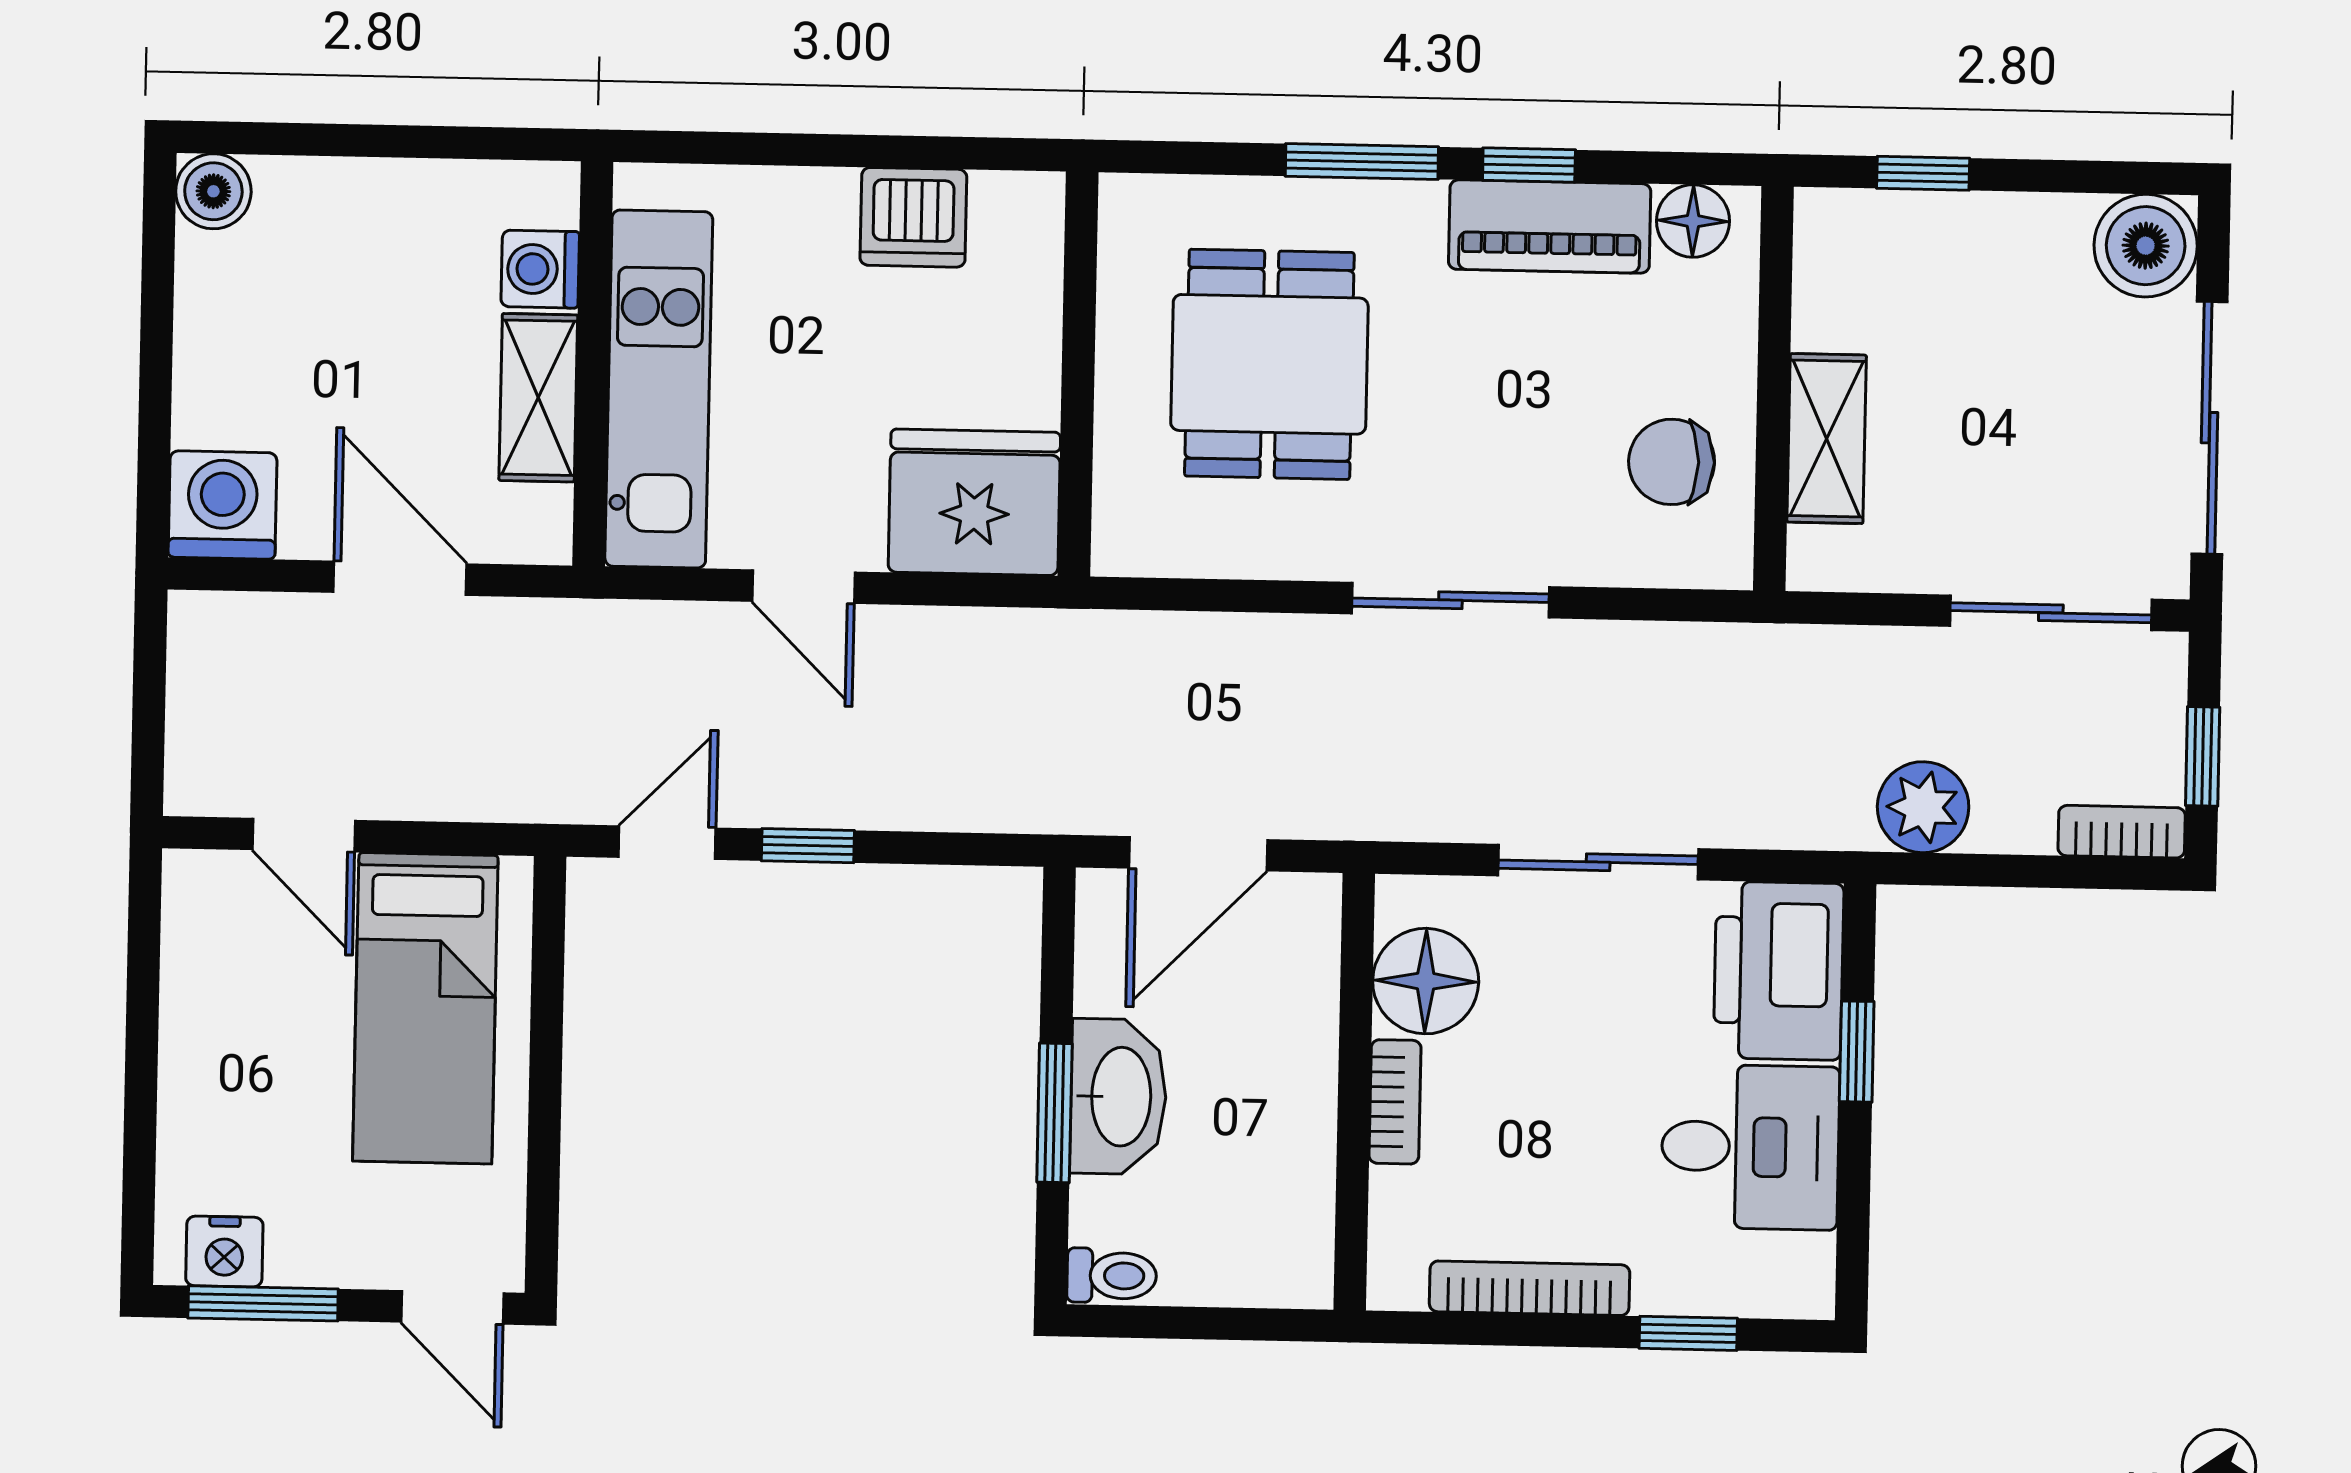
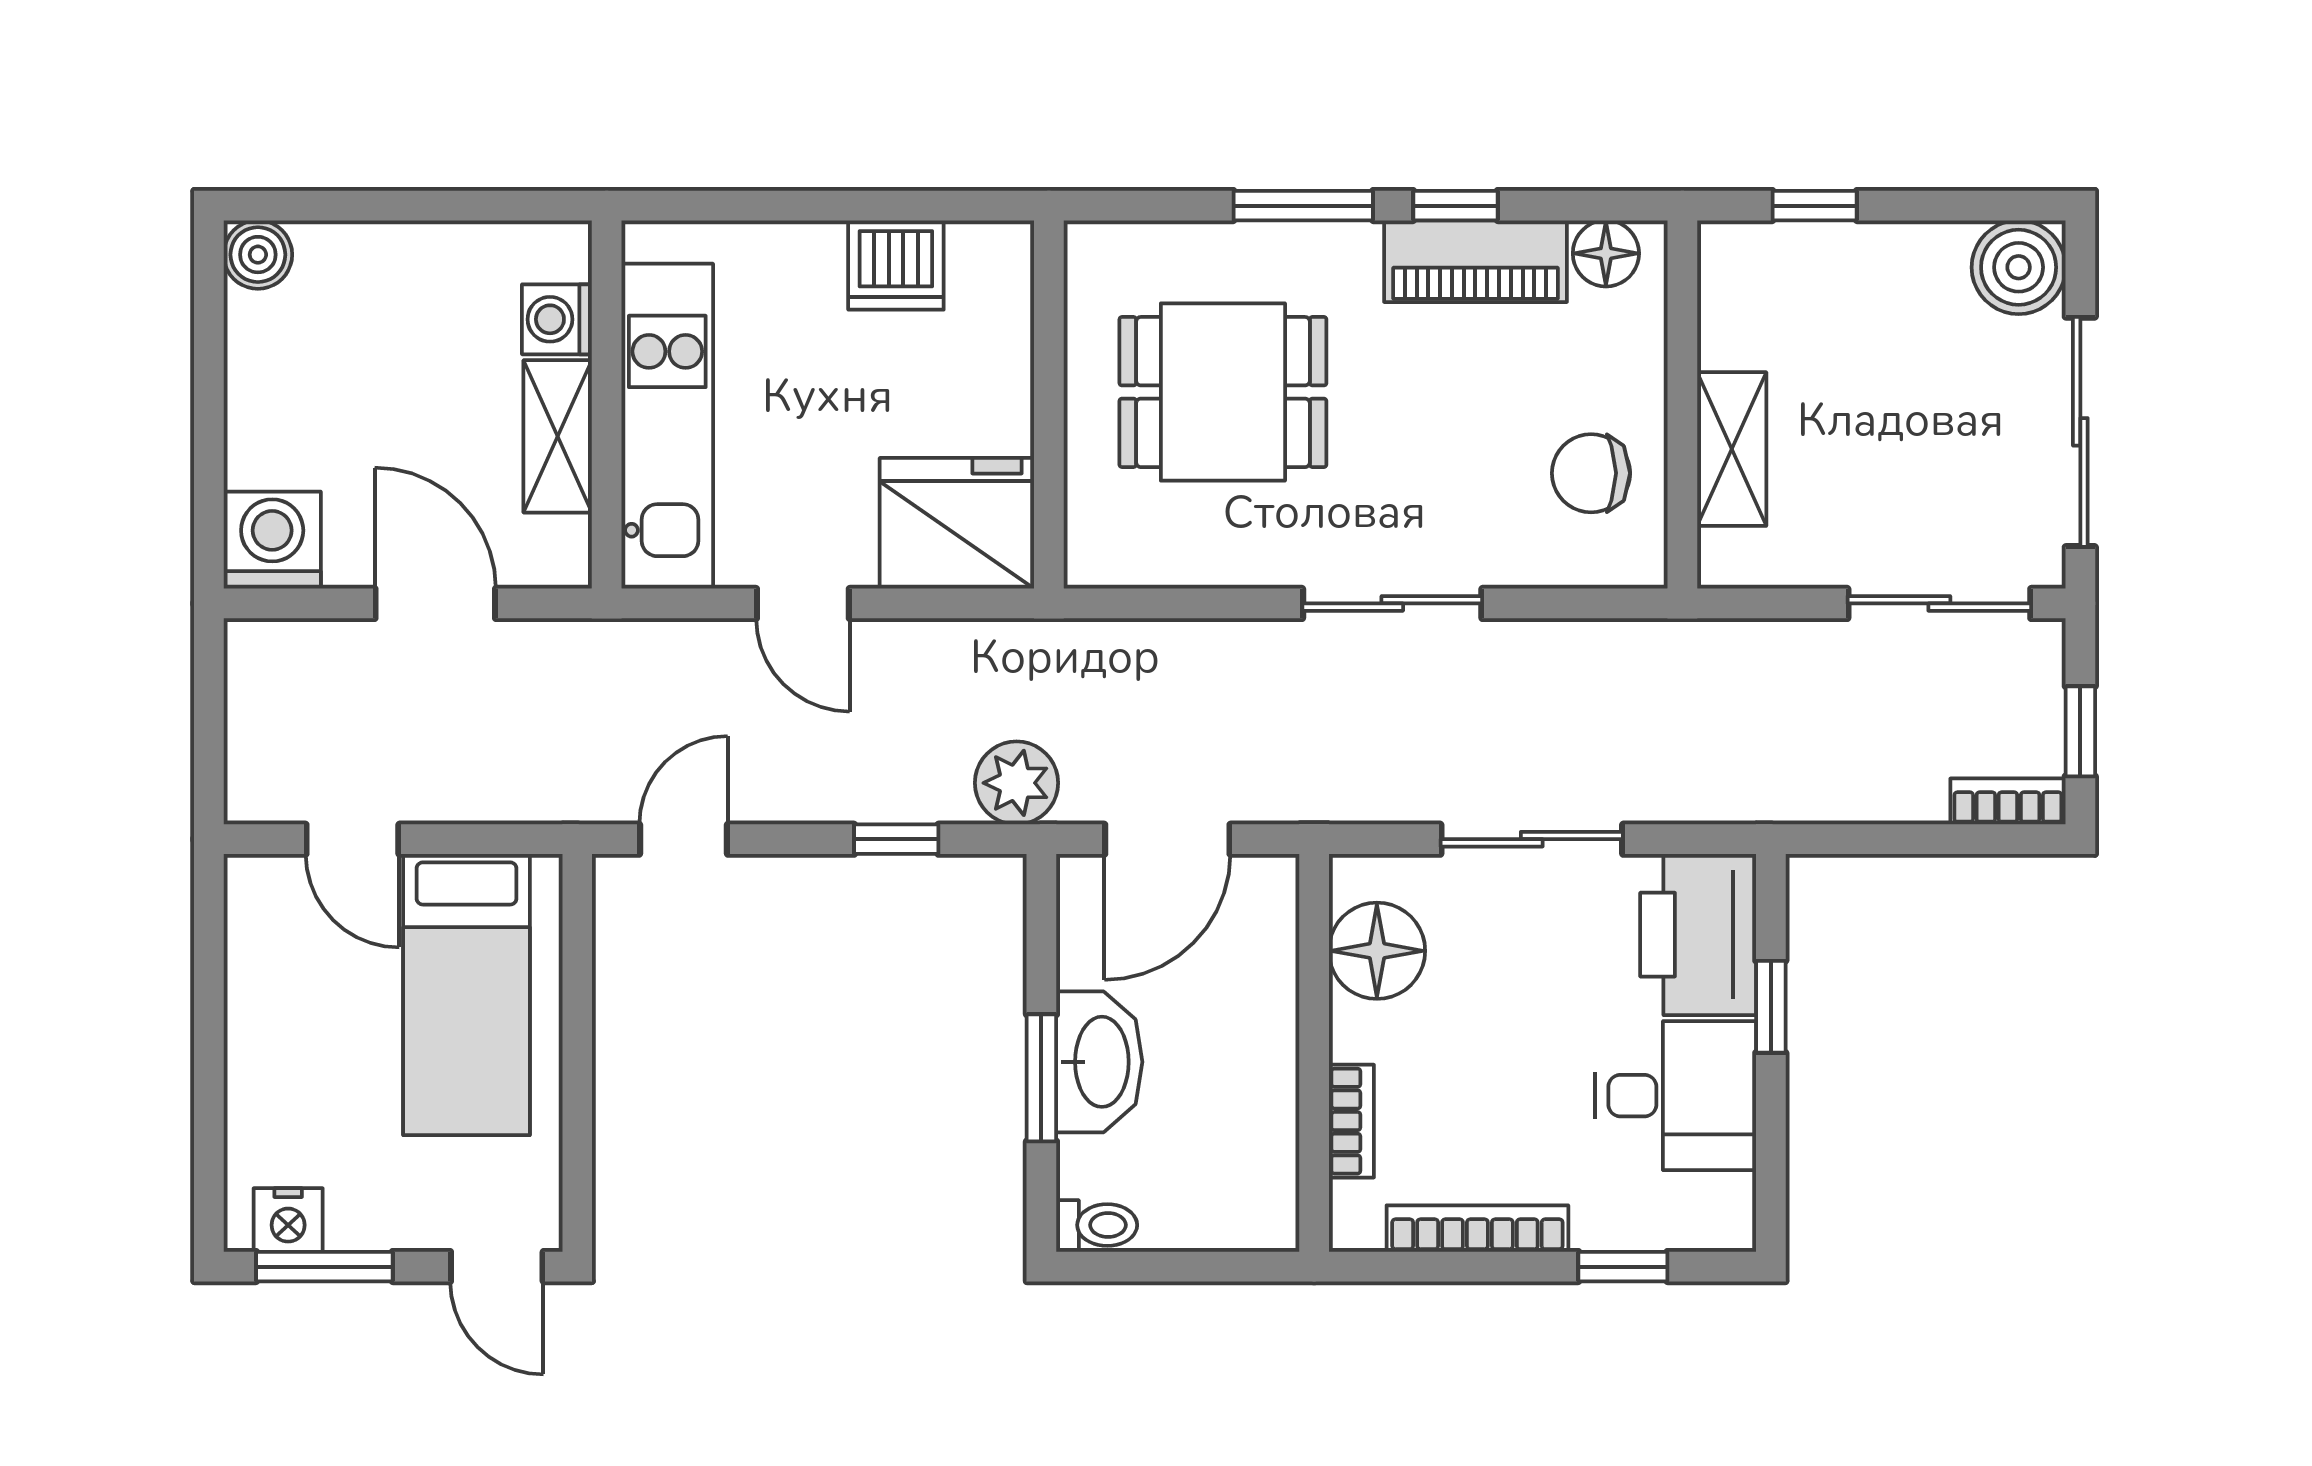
dining table: (1269, 364) -> (1223, 392), turned 90
plant: (1923, 807) -> (1017, 783), moved
window: (808, 846) -> (896, 839), moved
bookcase: (1395, 1102) -> (1351, 1121), moved

